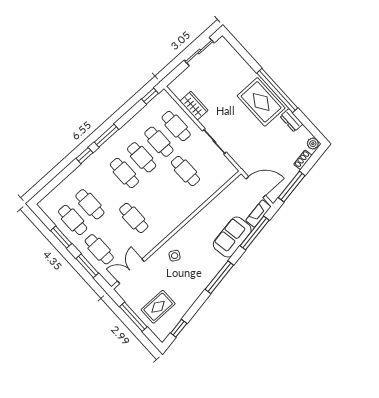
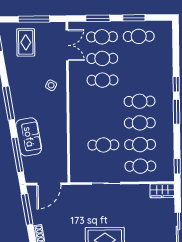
wardrobe: (194, 106) -> (162, 191), moved
cafe table: (90, 204) -> (102, 58), moved
fireplace: (258, 214) -> (29, 169), removed

